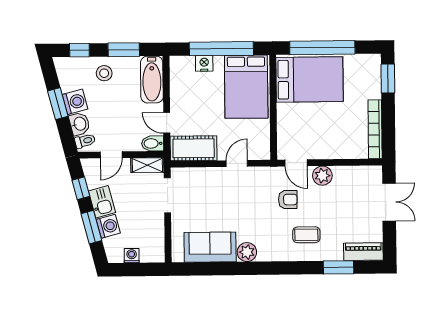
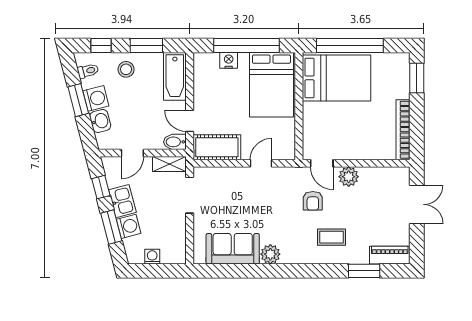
toilet: (85, 141) -> (88, 71), moved
armchair: (288, 200) -> (313, 201), turned 90

